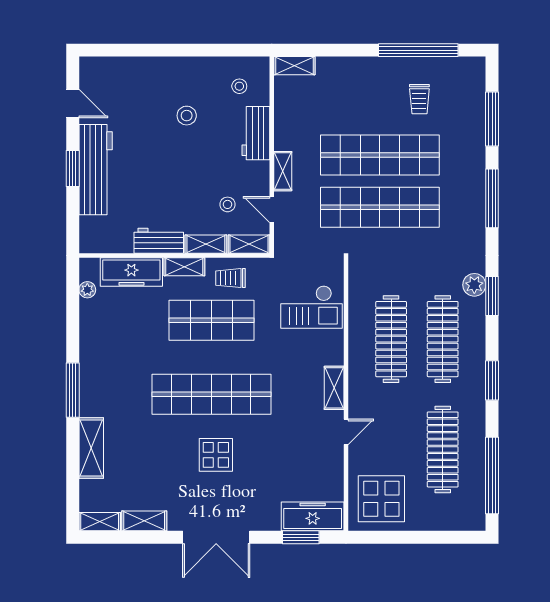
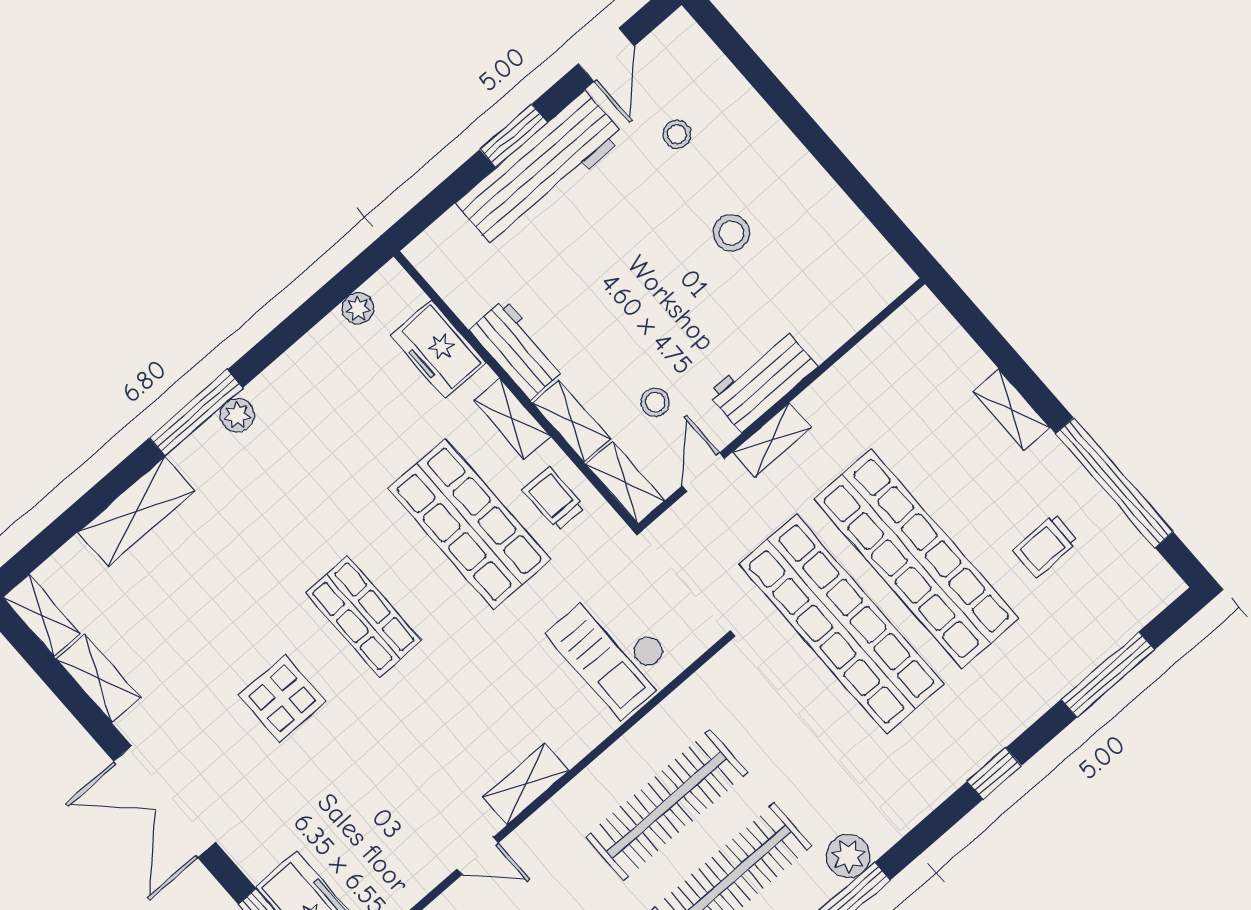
shelving: (294, 66) -> (1011, 410), moved
stool: (239, 86) -> (677, 134), moved
workbench: (256, 133) -> (763, 380), moved
window: (492, 198) -> (994, 773), width x0.46
freezer: (131, 272) -> (438, 349), width x0.71
plant: (88, 375) -> (237, 415), added
shop shelf: (211, 394) -> (363, 616), width x0.50, depth x0.74

